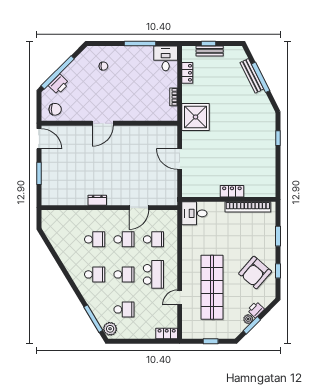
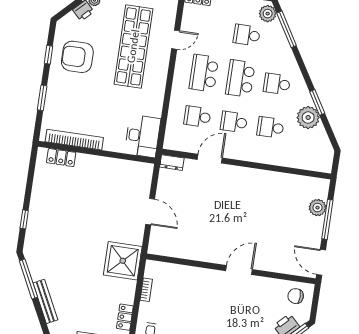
window: (261, 77) -> (28, 279), moved
window: (39, 173) -> (327, 219), width x1.44
plant: (48, 182) -> (318, 208), added
locker: (232, 191) -> (61, 158), moved
dresser: (97, 200) -> (172, 163), moved
desk: (194, 213) -> (143, 136), width x1.37
plant: (66, 252) -> (308, 118), added
window: (61, 264) -> (317, 102), added
armchair: (255, 273) -> (77, 57), turned -131
school desk: (124, 274) -> (240, 78), width x1.85

